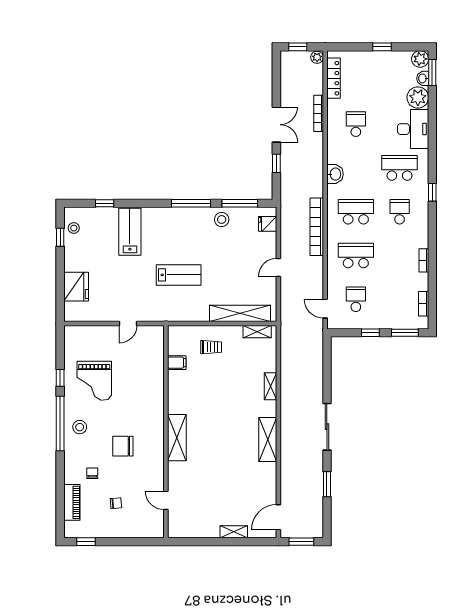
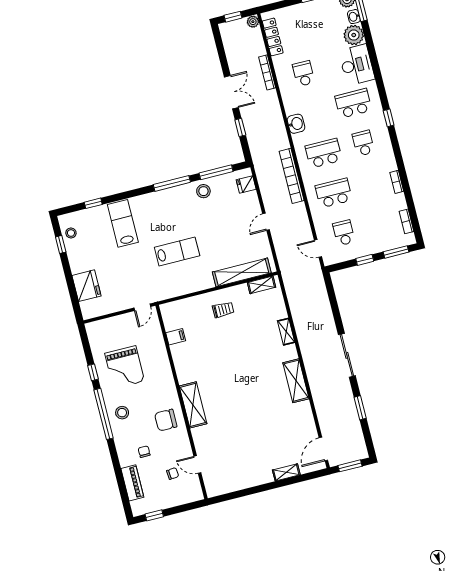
filing cabinet: (177, 363) -> (176, 337), moved
wall: (166, 432) -> (182, 402), moved
shelving: (177, 438) -> (193, 405), moved
door: (166, 500) -> (197, 464), moved

